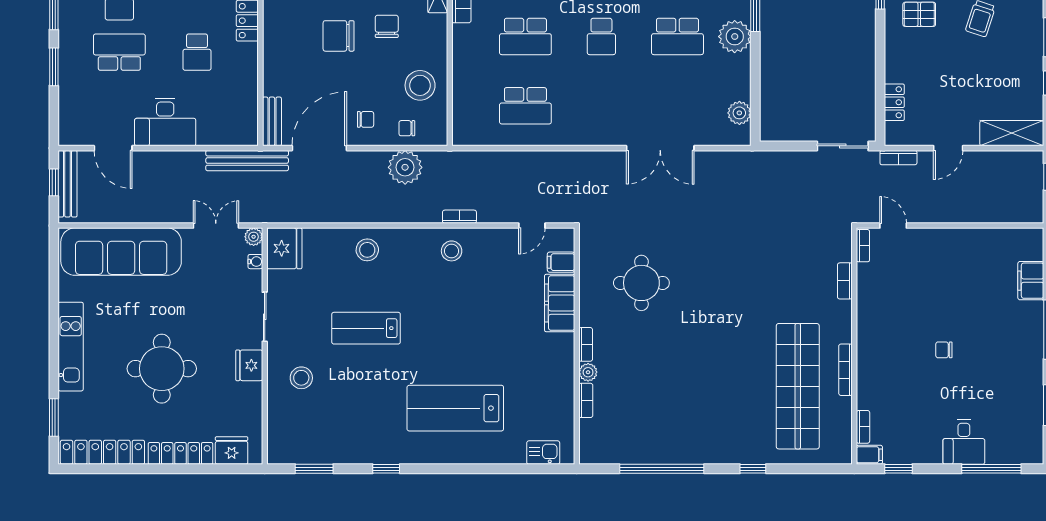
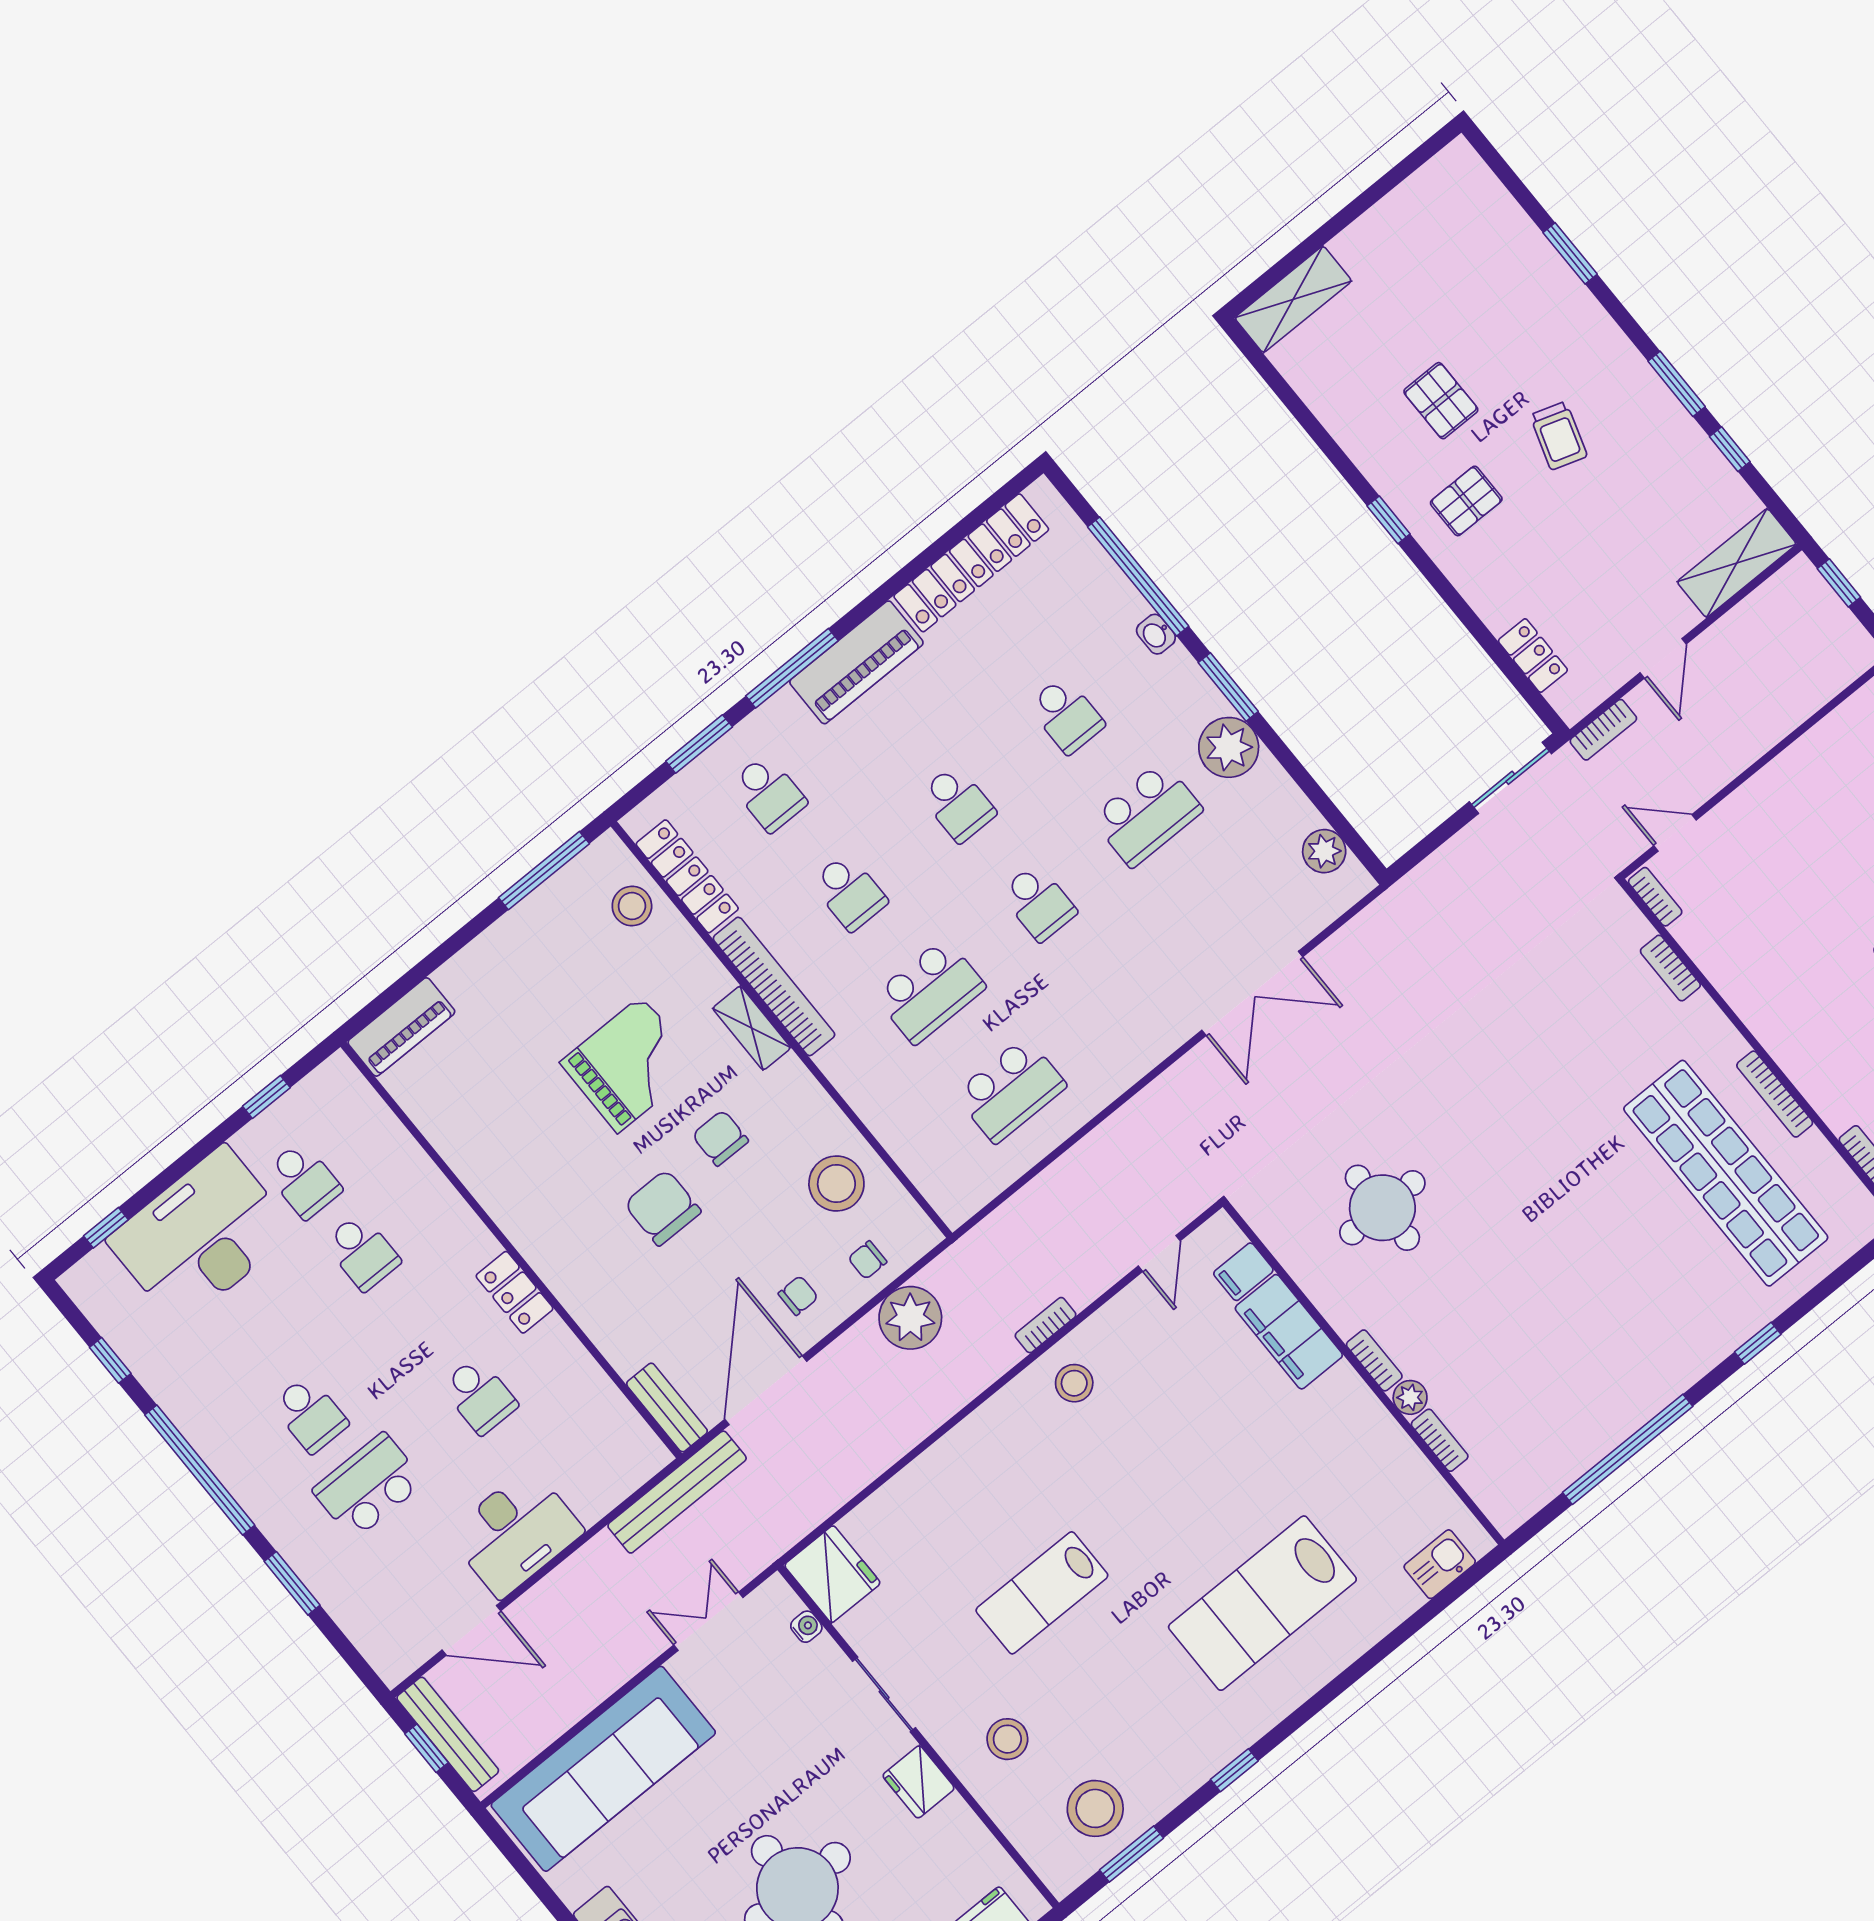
chair: (339, 36) -> (663, 1208), turned 90
plant: (254, 237) -> (775, 1593), removed
stool: (367, 250) -> (1095, 1808), moved, width x1.38, depth x1.38

